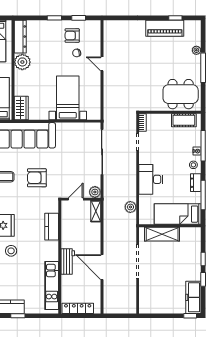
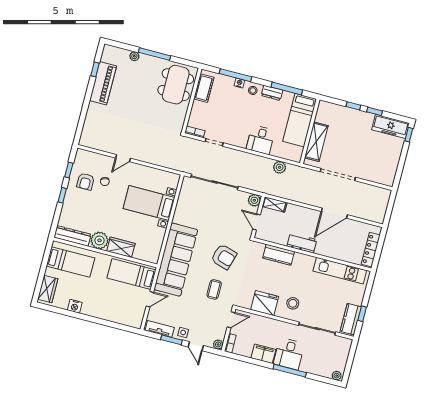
wardrobe: (21, 108) -> (121, 247), moved
armchair: (37, 178) -> (224, 257), turned -73
desk: (151, 179) -> (261, 140), width x0.73
workbench: (68, 261) -> (302, 243), moved

